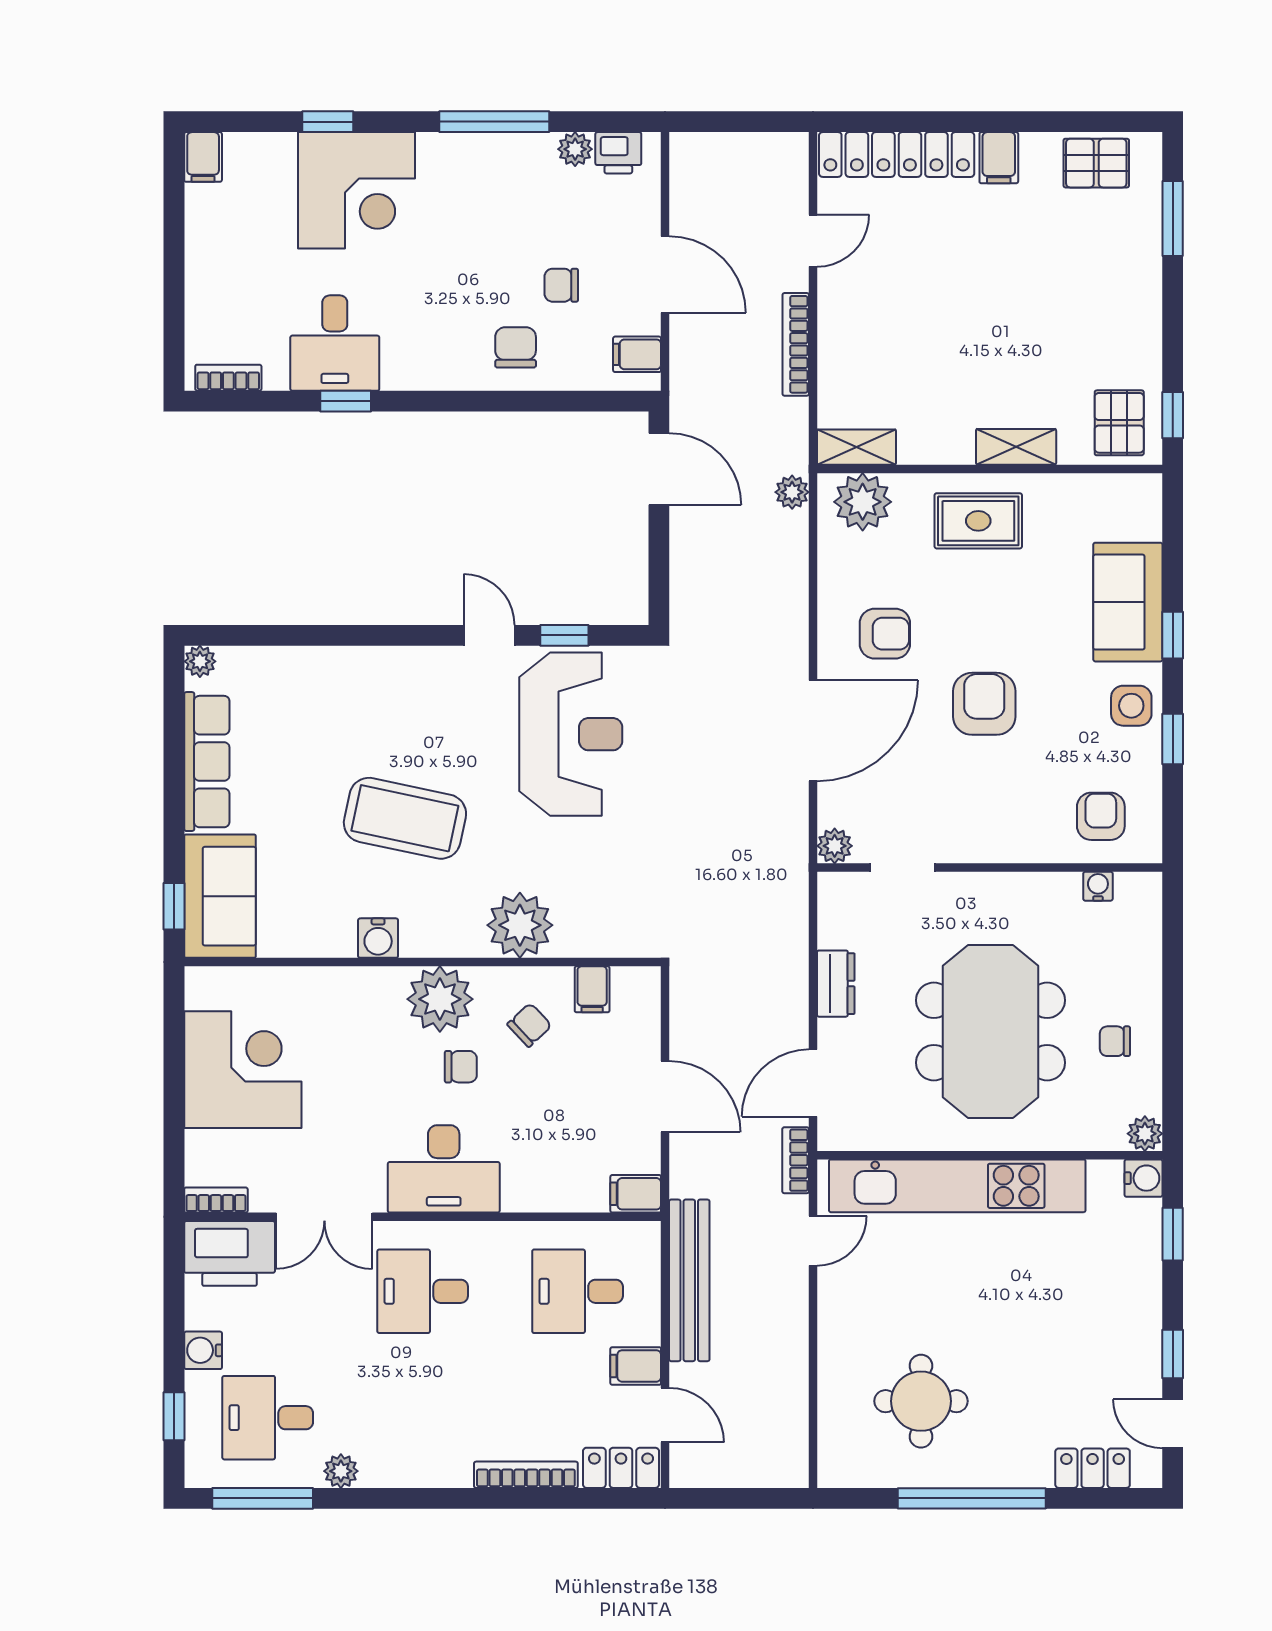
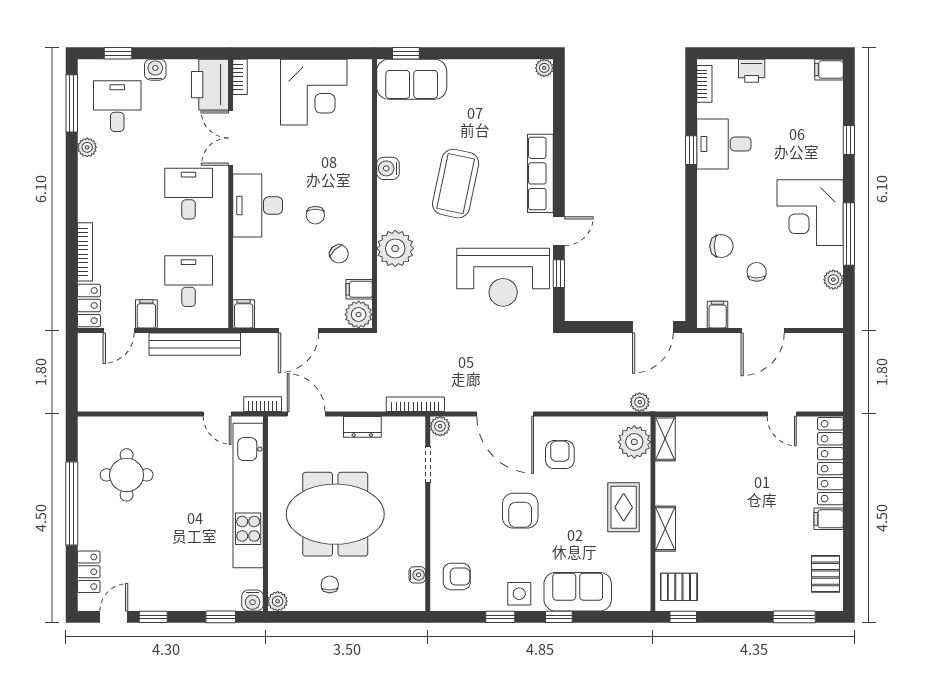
printer: (618, 153) -> (752, 71), moved, turned -90
corner desk: (356, 190) -> (810, 213), moved
bookcase: (796, 344) -> (415, 404), moved
armchair: (885, 634) -> (560, 455), turned 180
armchair: (984, 704) -> (520, 511), turned 90
row of seats: (207, 762) -> (540, 173), moved, turned 90
plant: (440, 999) -> (359, 315), moved, width x0.73, depth x0.73

